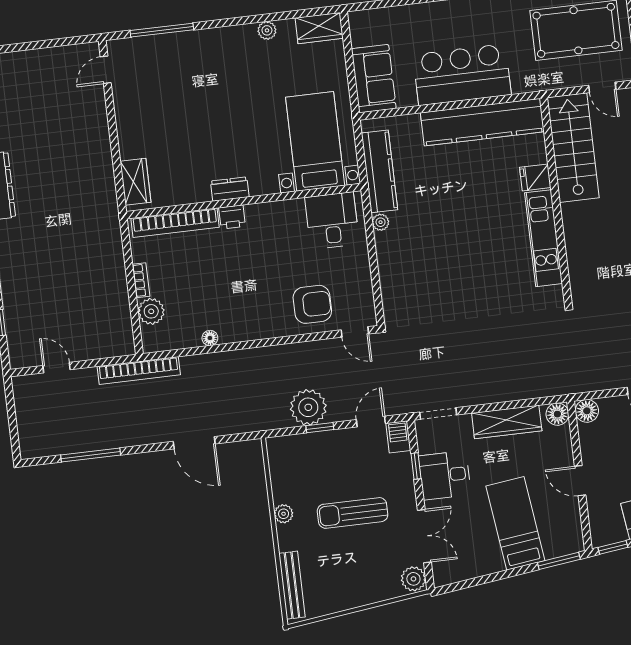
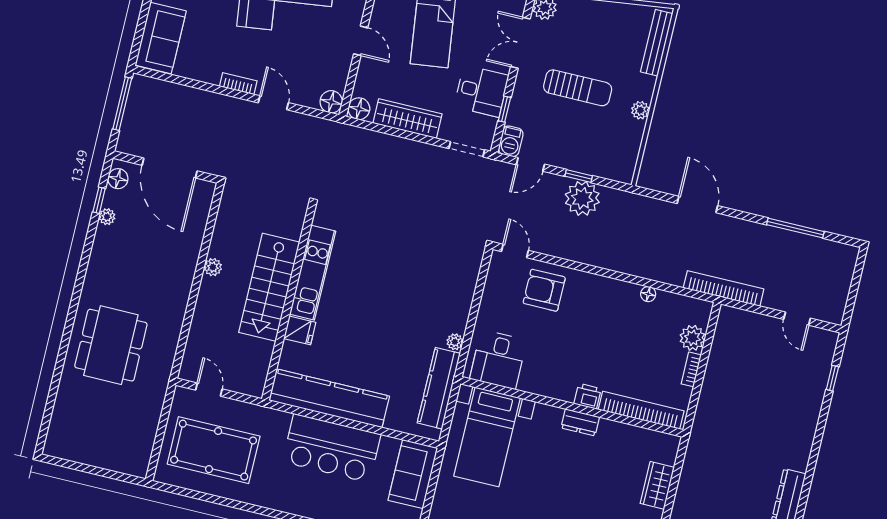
stairs: (573, 148) -> (269, 287), moved
wardrobe: (135, 182) -> (657, 485), moved

